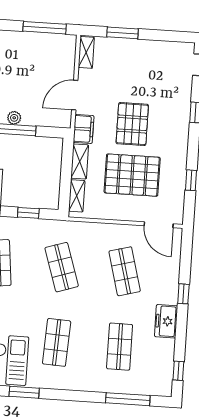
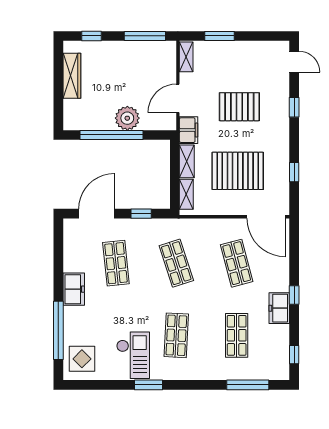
plant: (14, 118) -> (127, 118), width x1.87, depth x1.87
pallet: (132, 124) -> (239, 107), moved, turned 90
door: (159, 225) -> (266, 217), width x1.36
window: (183, 294) -> (294, 295), moved

